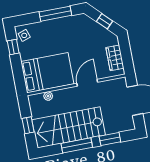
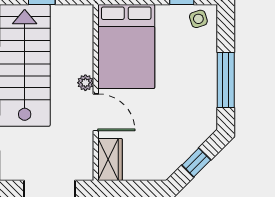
wardrobe: (115, 58) -> (110, 160), moved, turned 90
plant: (48, 96) -> (85, 83), moved

